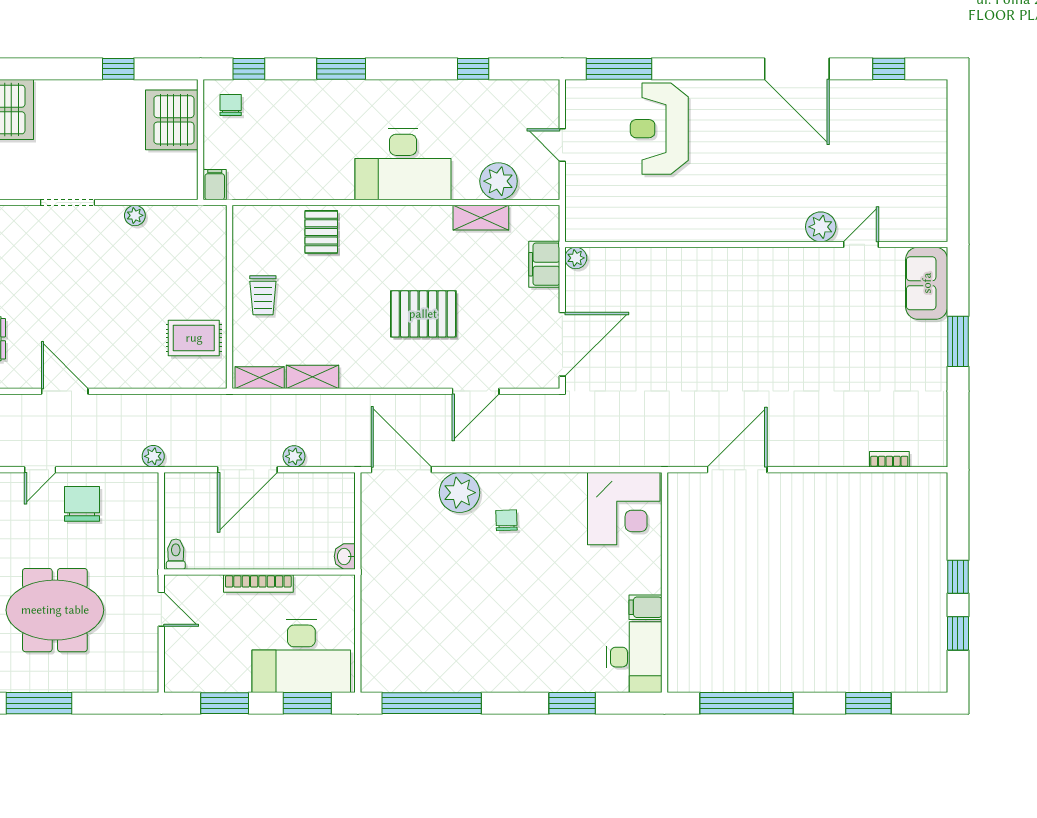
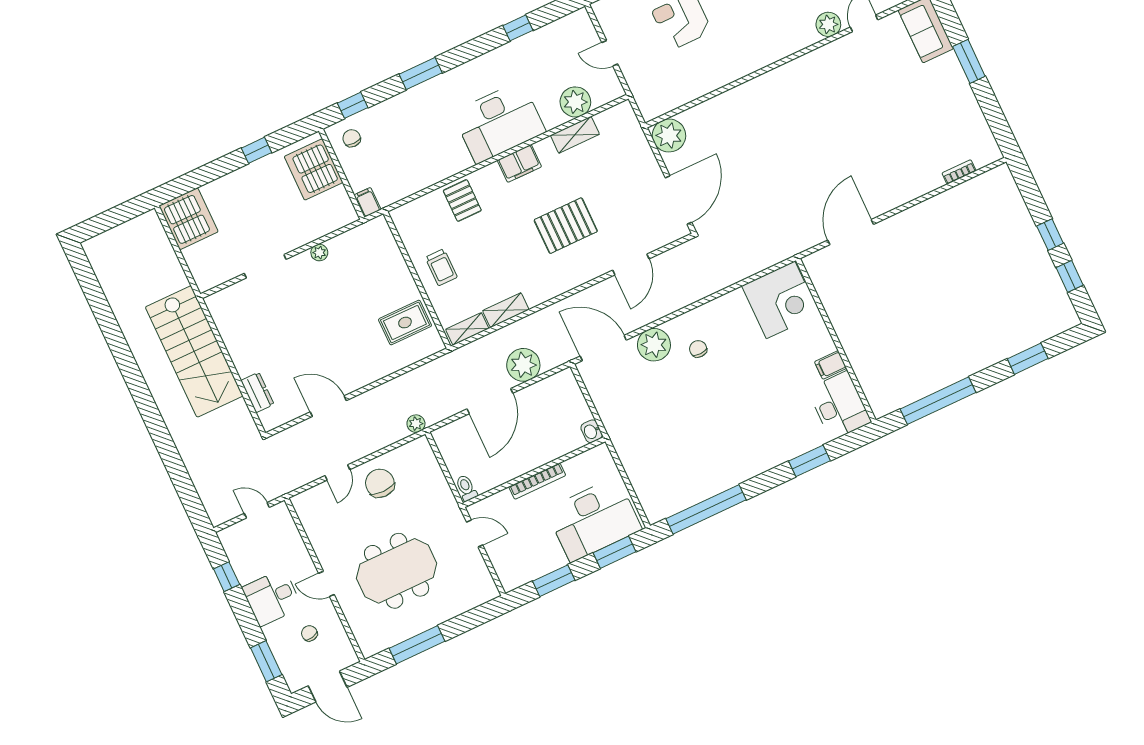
plant: (576, 258) -> (669, 136), width x1.87, depth x1.87
filing cabinet: (544, 264) -> (519, 163), moved, turned -90
plant: (294, 456) -> (523, 365), width x1.88, depth x1.88

